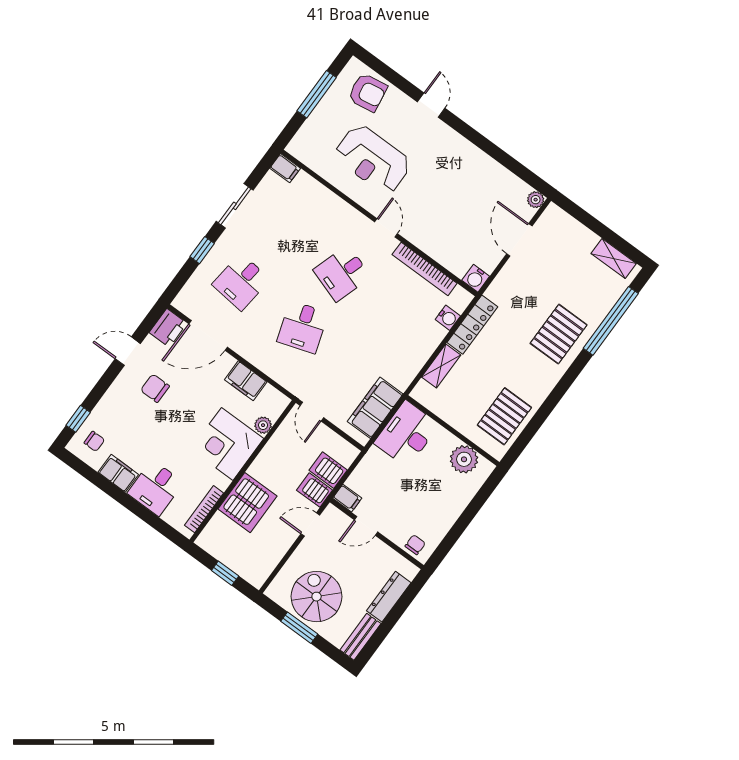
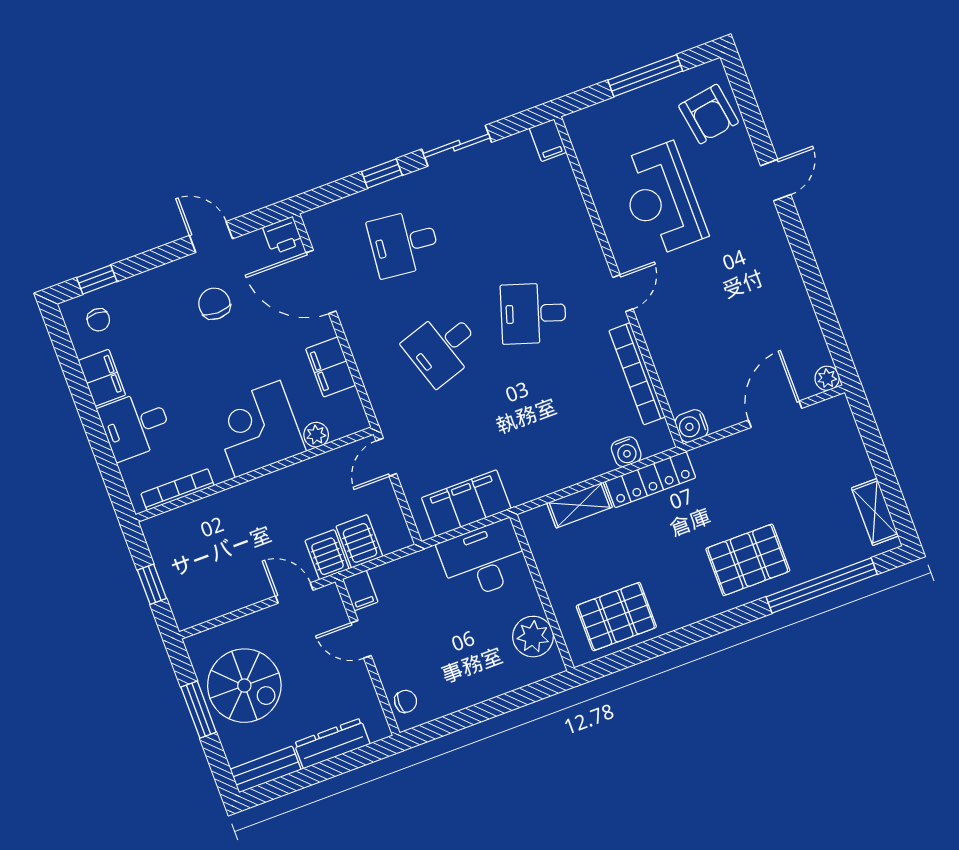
printer: (168, 328) -> (283, 235), width x0.73, depth x0.81
server rack: (247, 503) -> (235, 516), removed
spiral stairs: (317, 597) -> (244, 686), turned 90

